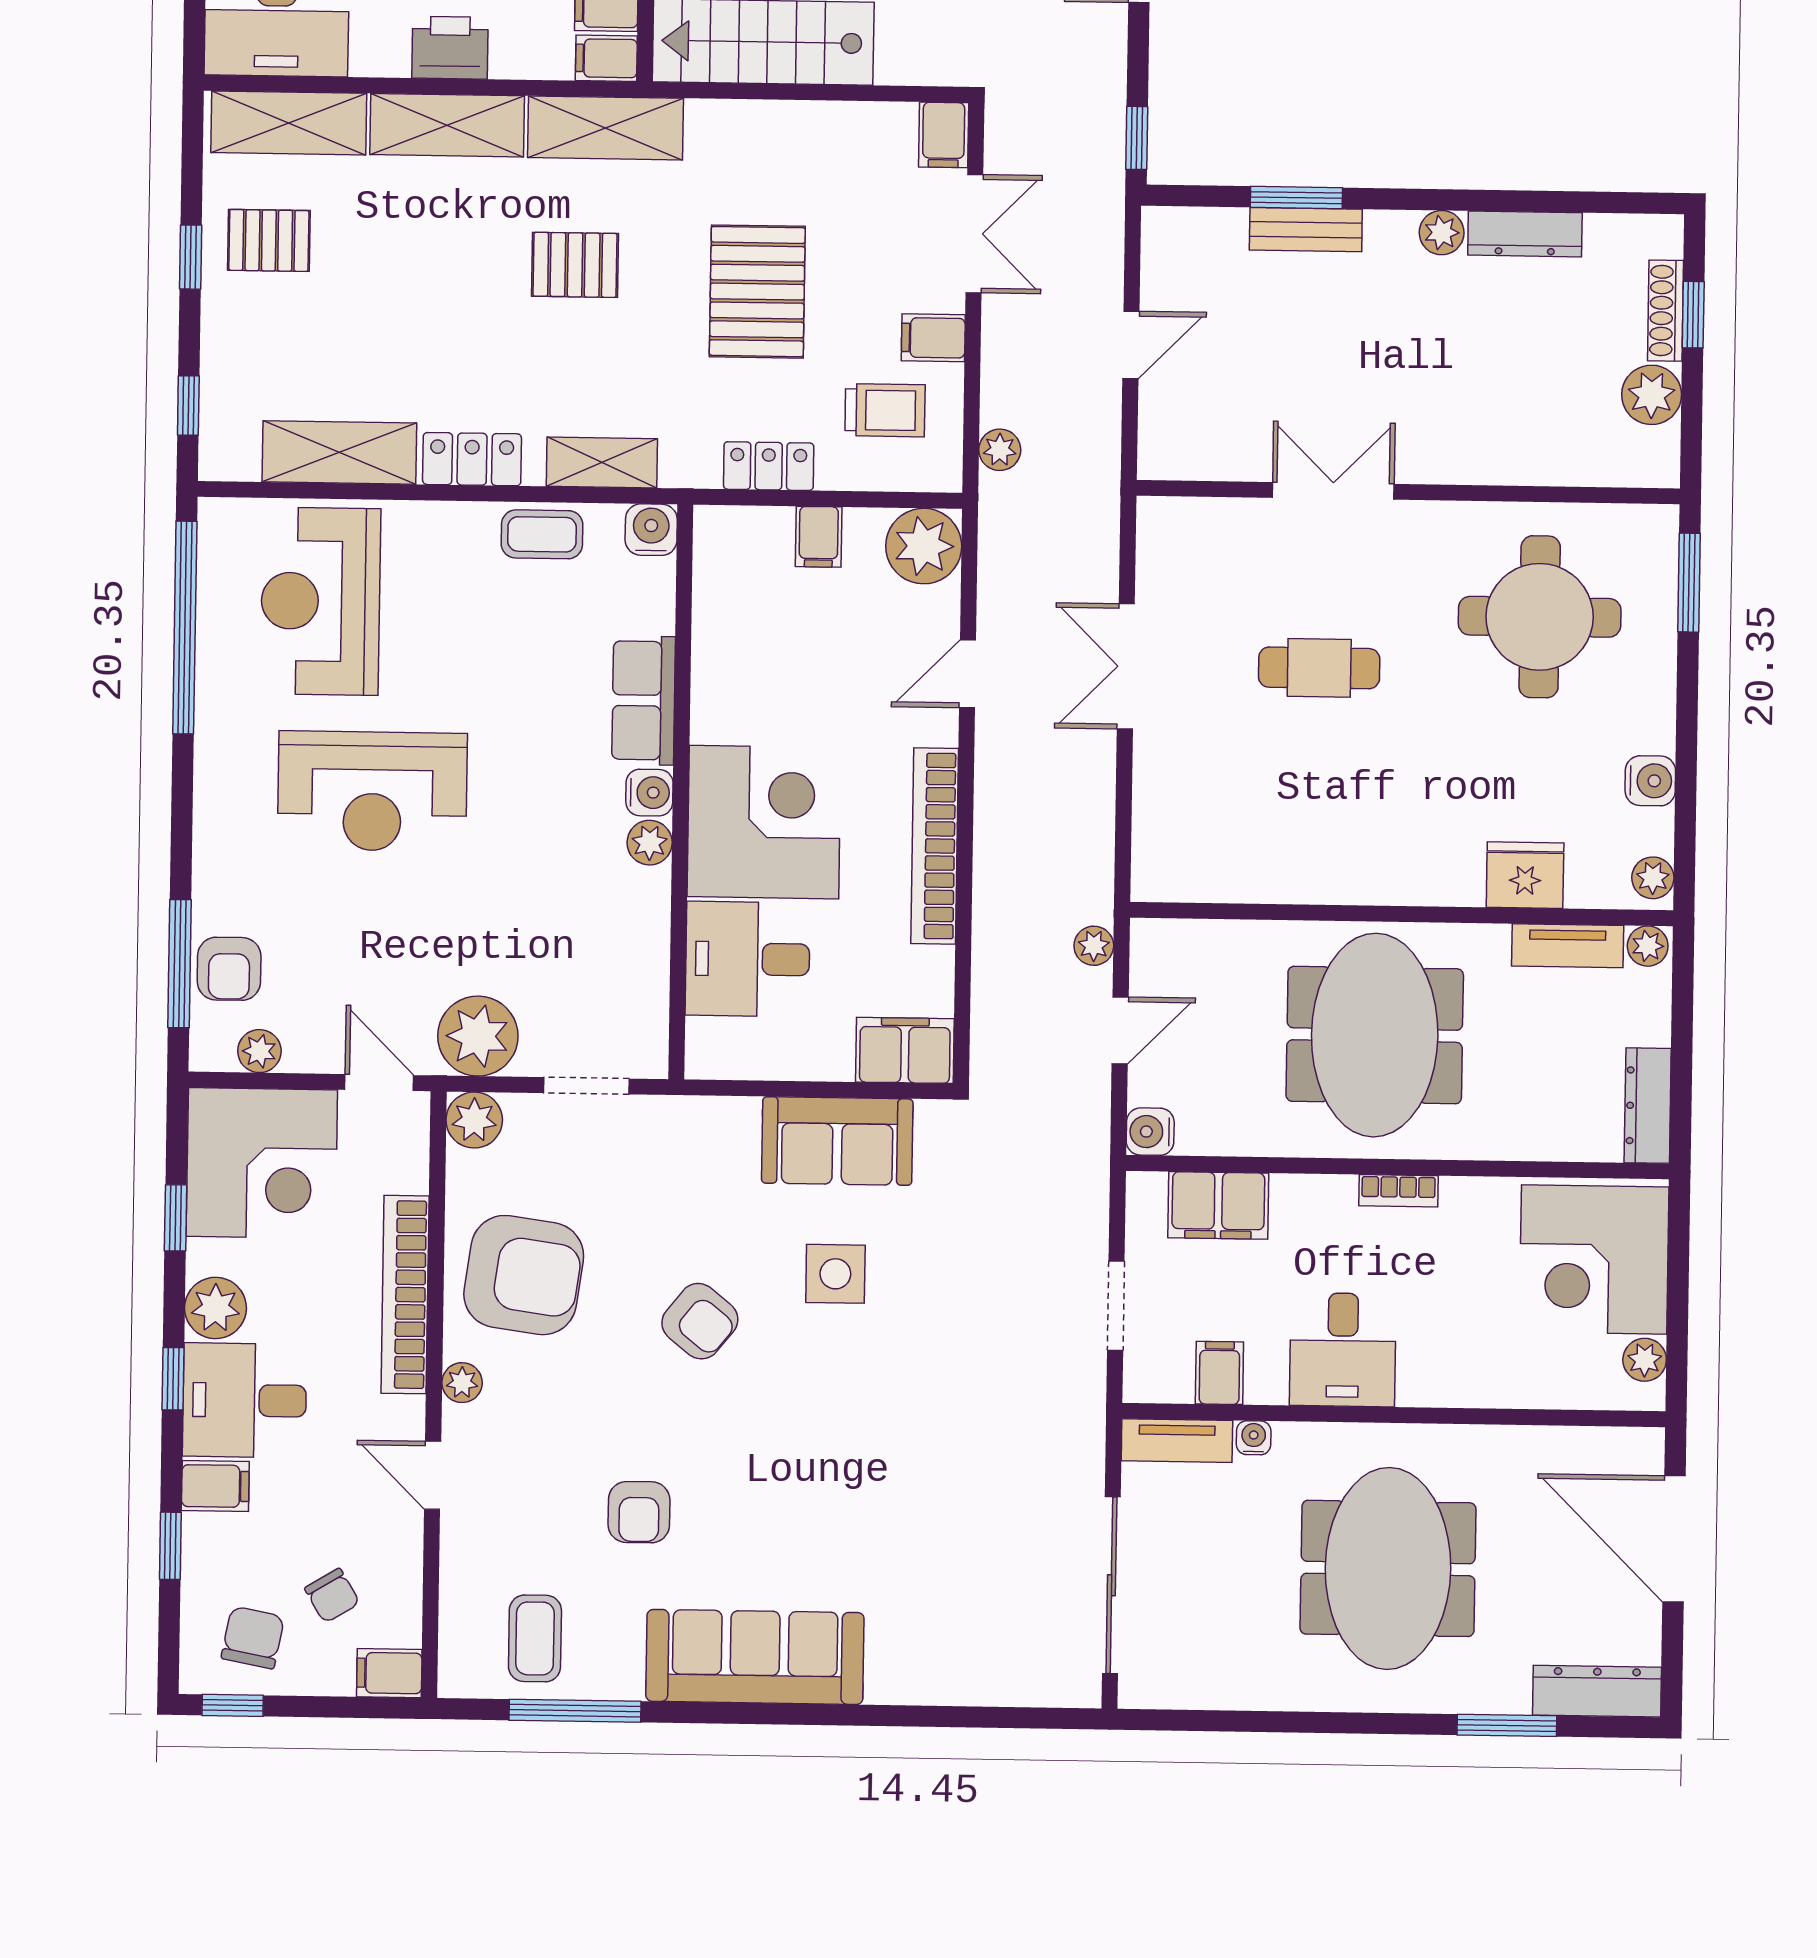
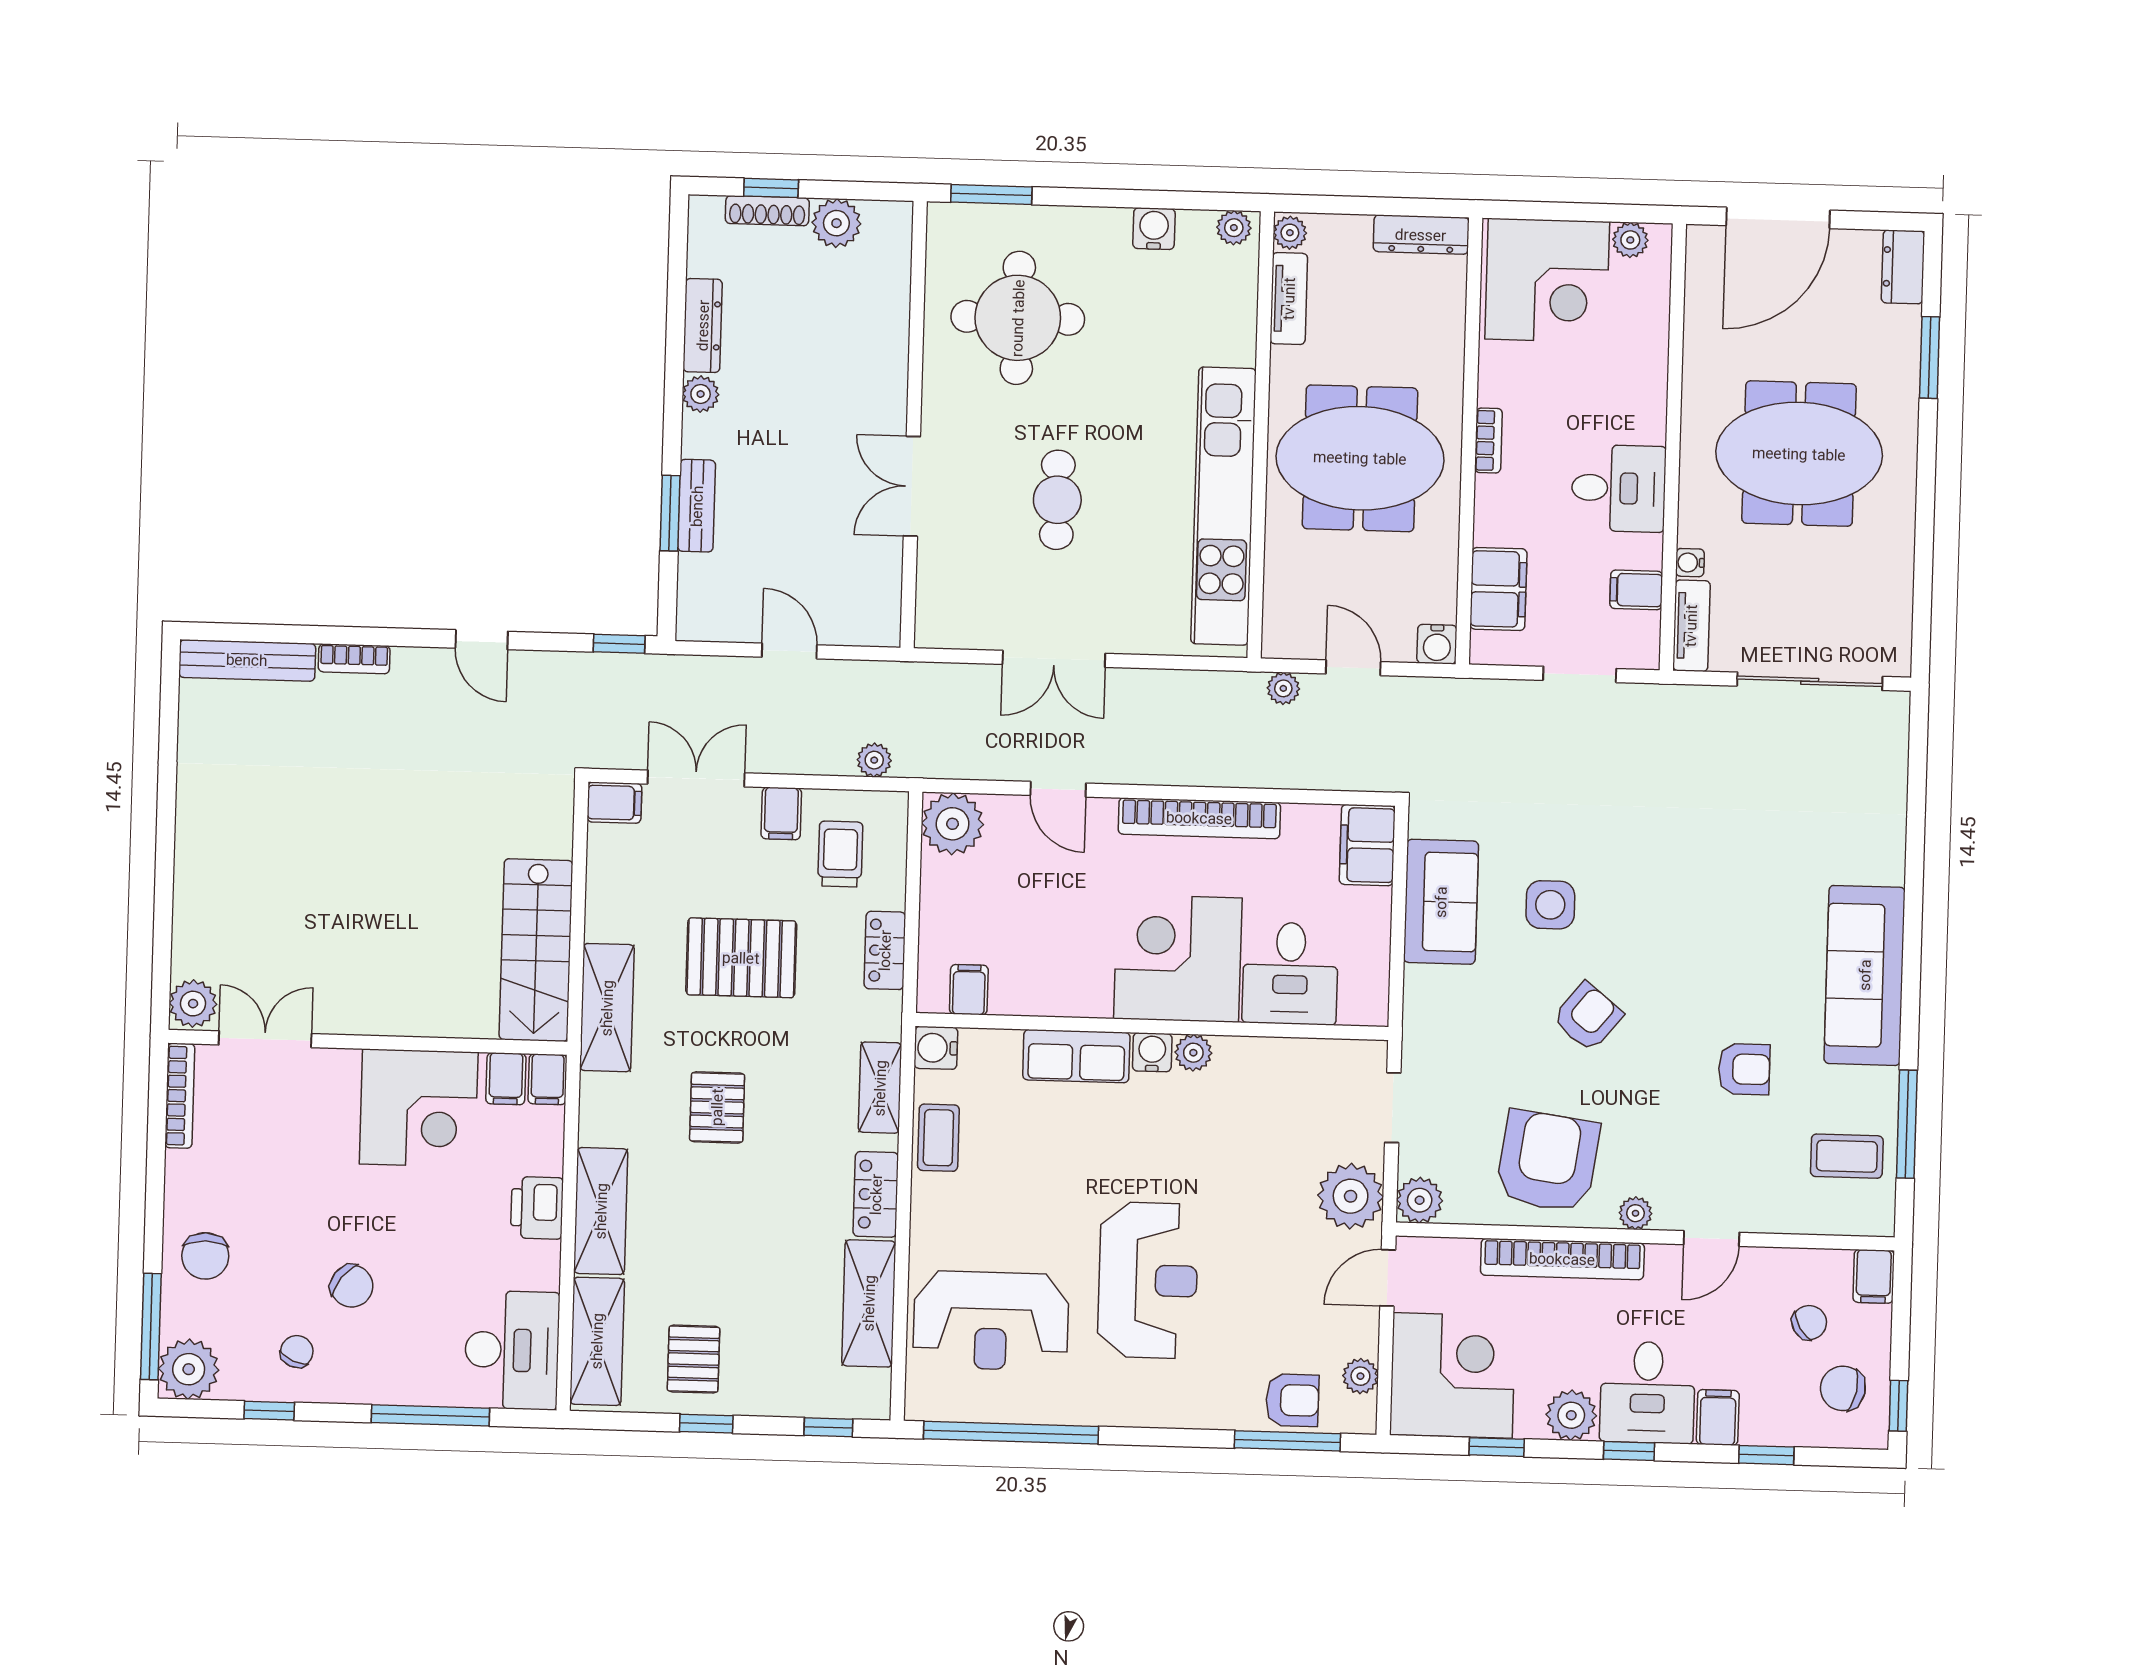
shelving: (605, 128) -> (607, 1008), moved
filing cabinet: (819, 537) -> (969, 990), moved, turned -90
kitchen unit: (1314, 870) -> (1223, 506), added
fridge: (1525, 875) -> (1230, 333), removed
dresser: (1597, 1691) -> (1903, 267), width x0.70

